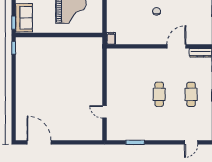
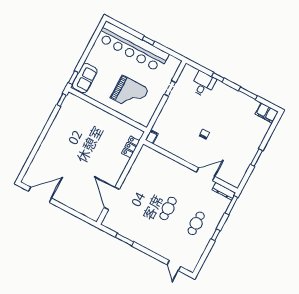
locker: (97, 57) -> (131, 147), added
door: (104, 112) -> (112, 198), width x1.87
door: (39, 142) -> (40, 195), hinge flipped
door: (191, 142) -> (174, 266), hinge flipped

